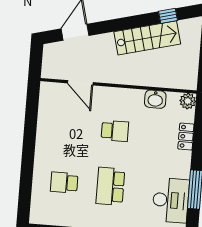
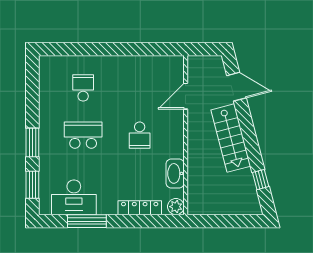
stairs: (147, 38) -> (231, 138), moved
washbasin: (155, 99) -> (175, 173), width x1.38
locker: (186, 137) -> (140, 208), width x1.53

